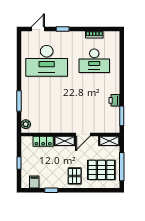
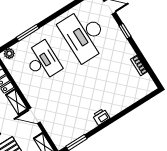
desk: (94, 61) -> (43, 61), moved, turned 180
printer: (114, 100) -> (101, 117), moved

